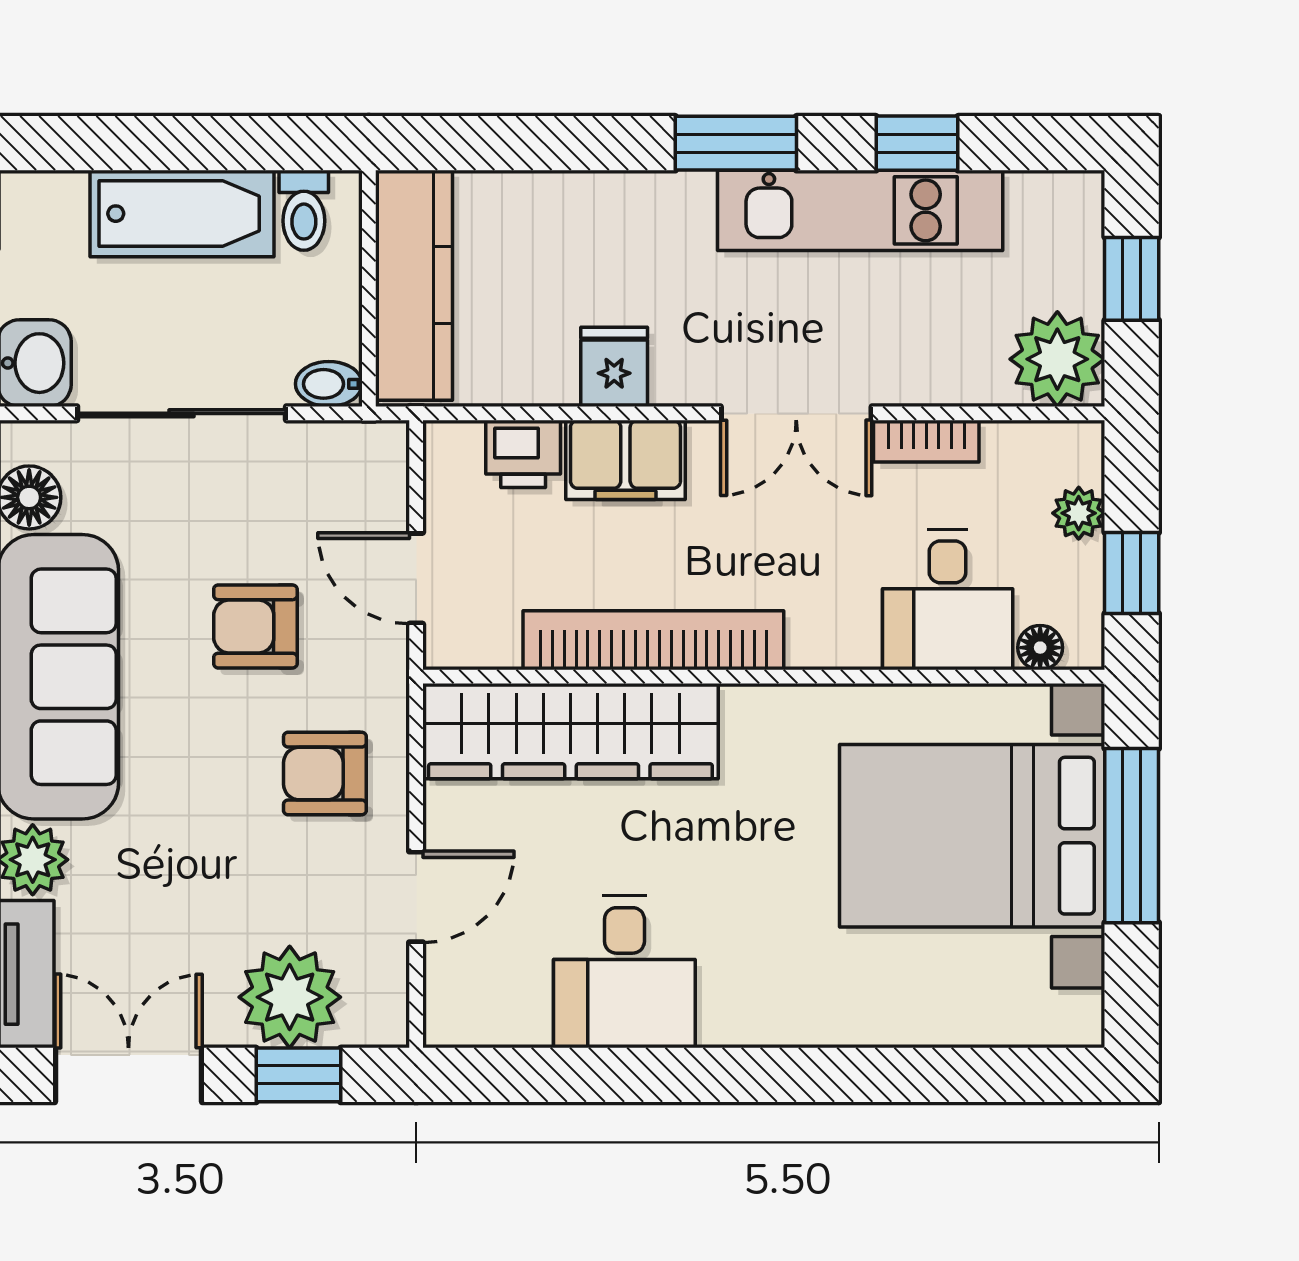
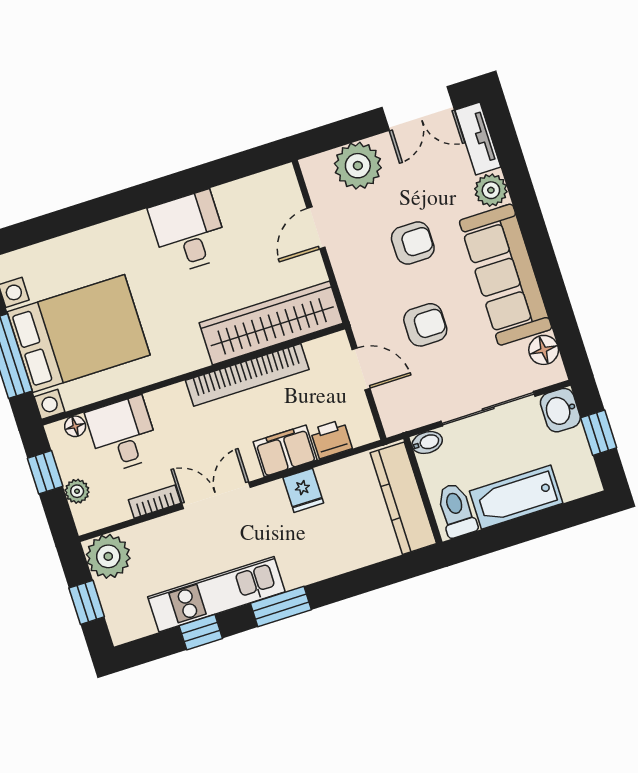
toilet: (304, 210) -> (456, 510), width x1.37, depth x1.39
armchair: (325, 774) -> (413, 243), moved
desk: (624, 972) -> (189, 232), moved
window: (298, 1075) -> (343, 132), removed

